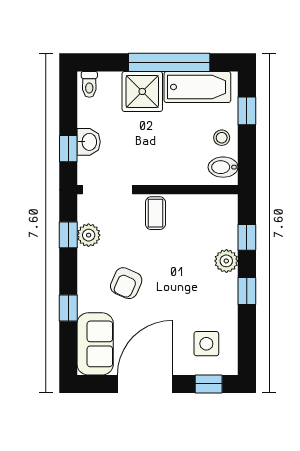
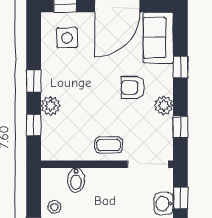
bidet: (223, 167) -> (76, 180), moved, turned 90
coffee table: (155, 213) -> (109, 145), turned 90
plant: (89, 235) -> (164, 105), moved
armchair: (126, 283) -> (133, 88), turned -114

